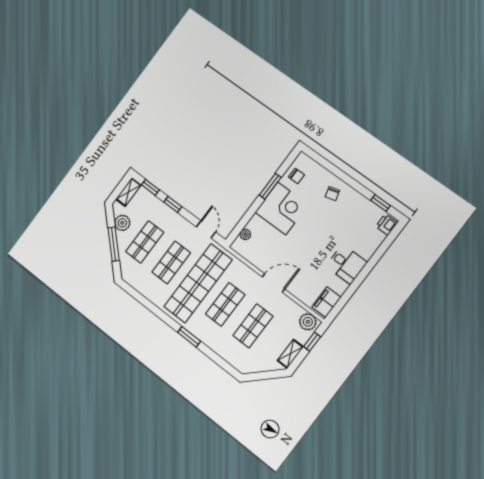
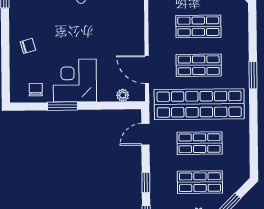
door: (273, 283) -> (147, 70), moved

